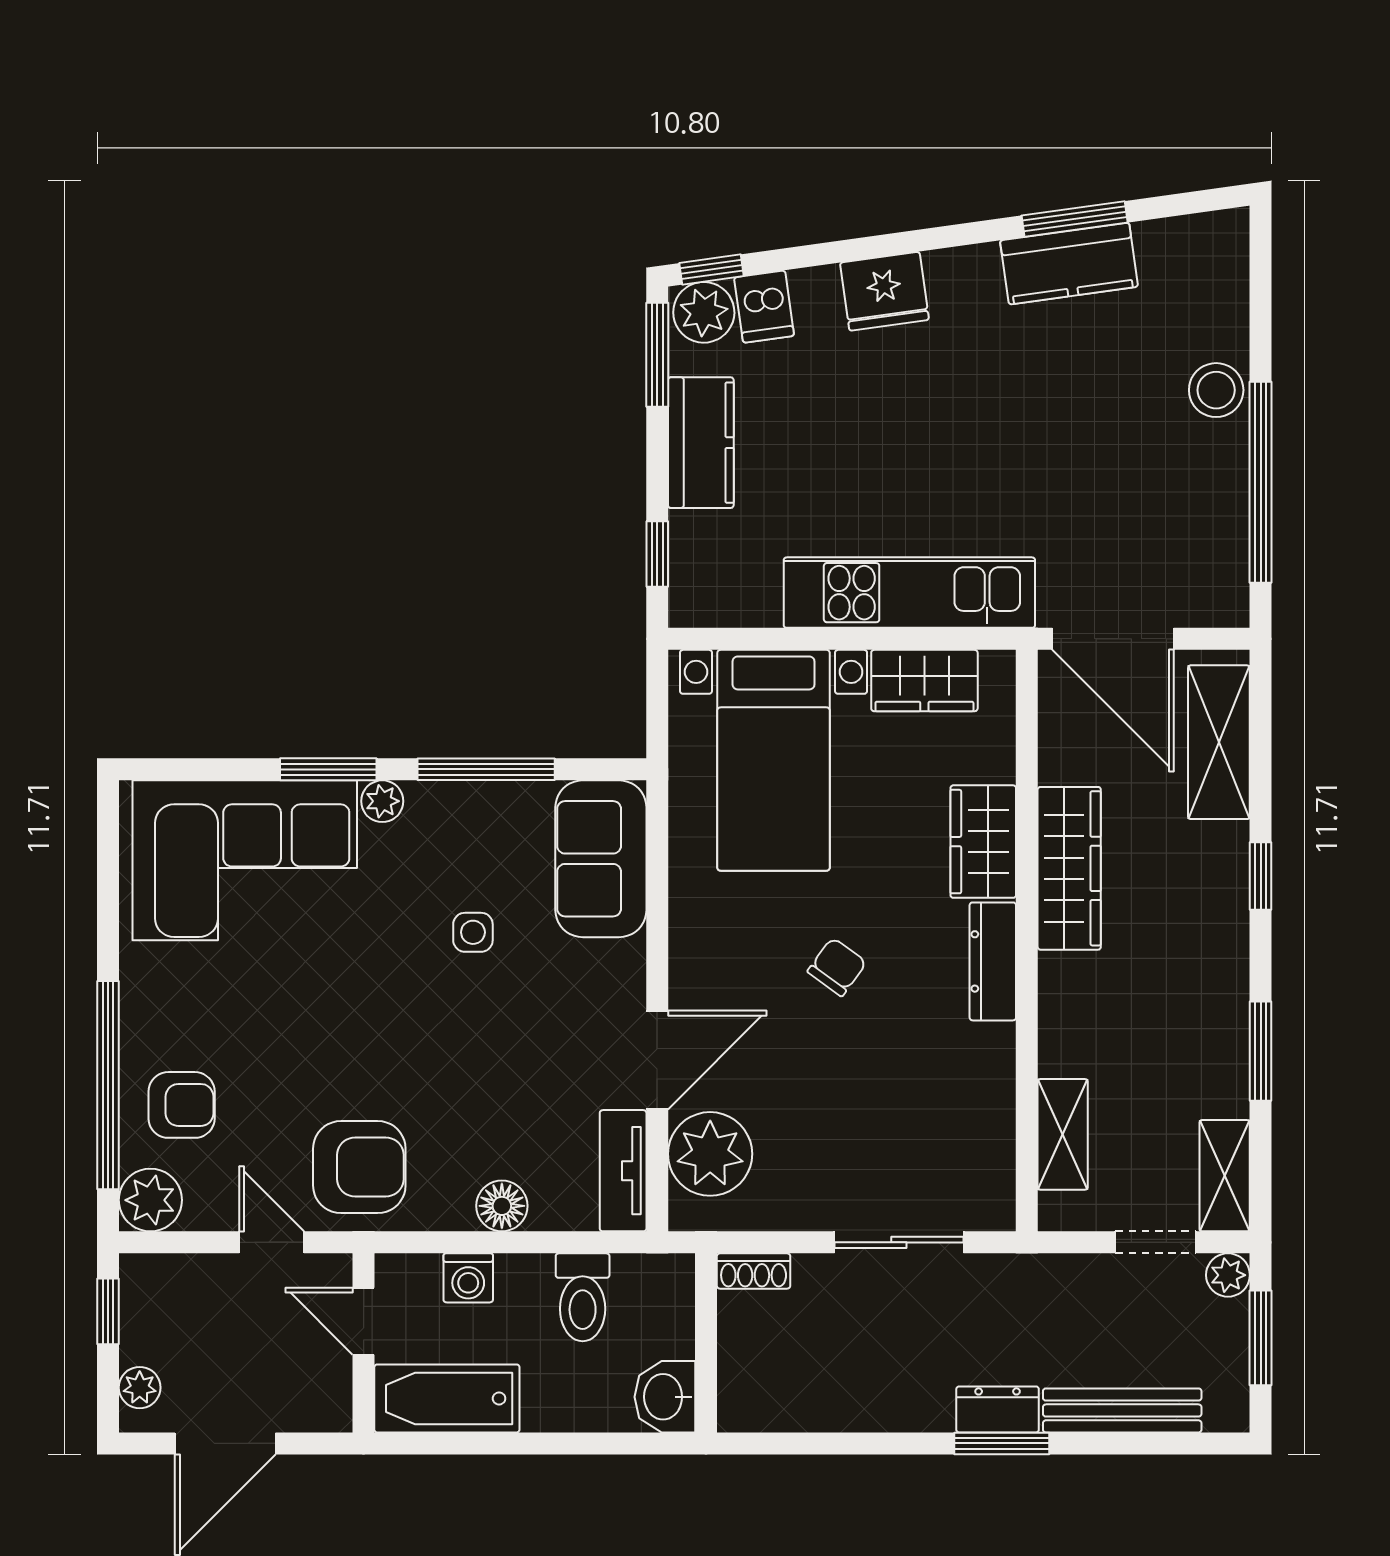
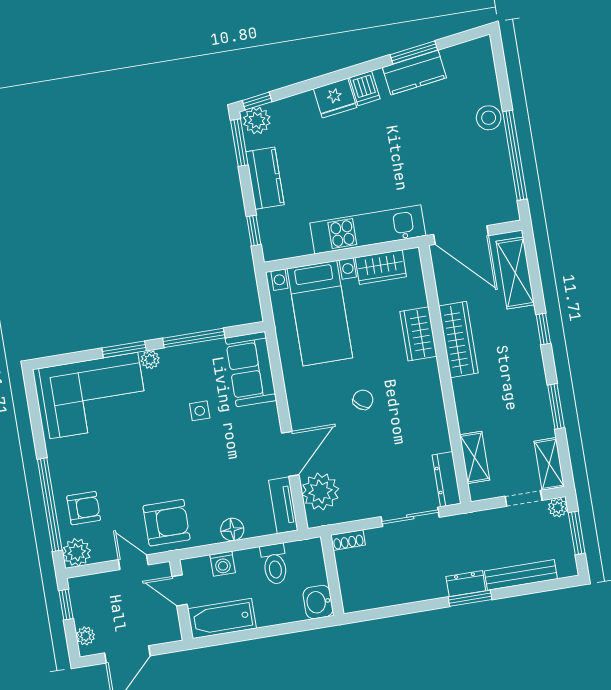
dishwasher: (764, 307) -> (365, 88), moved
dresser: (993, 961) -> (447, 479), moved

